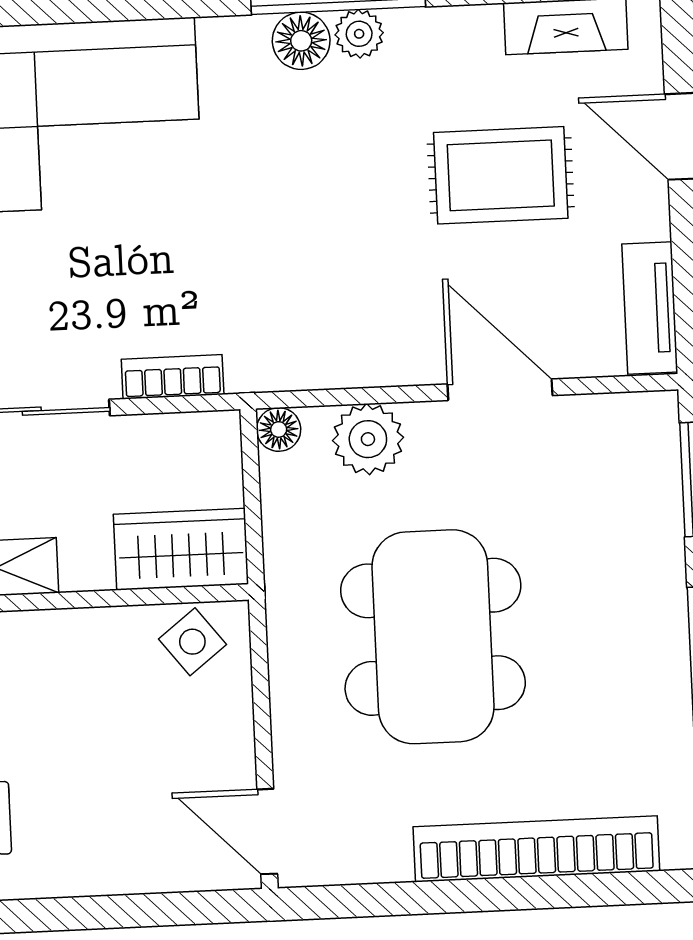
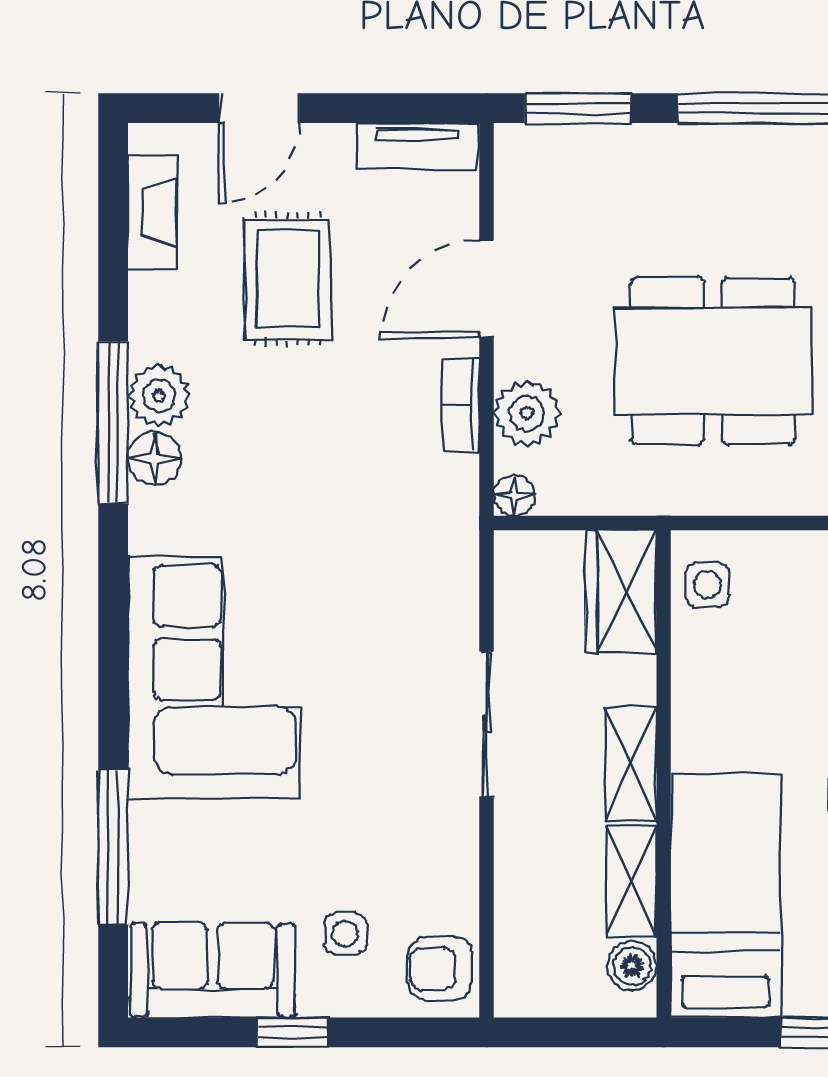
plant: (359, 34) -> (159, 396), width x1.38, depth x1.38
bookcase: (173, 377) -> (461, 405), moved
side table: (192, 642) -> (707, 584), turned 38

